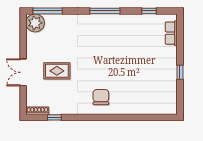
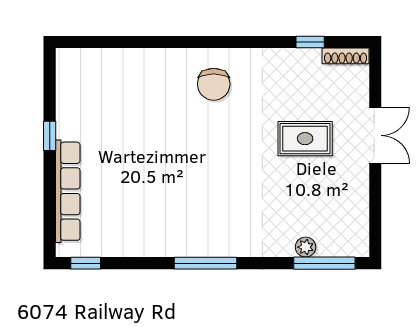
window: (149, 11) -> (86, 263), moved
plant: (35, 23) -> (306, 247), moved, width x0.53, depth x0.53
row of seats: (171, 33) -> (68, 191), width x2.02

